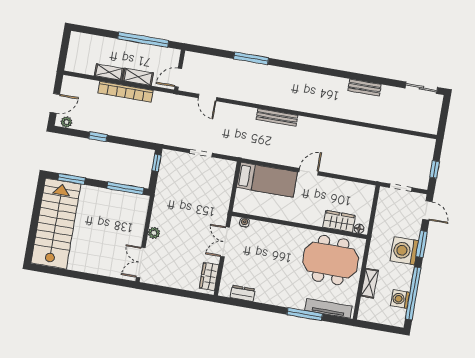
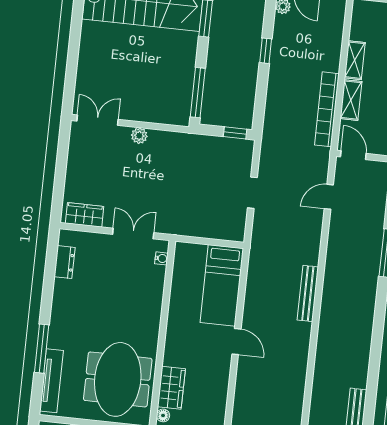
bookcase: (125, 92) -> (327, 109), moved

